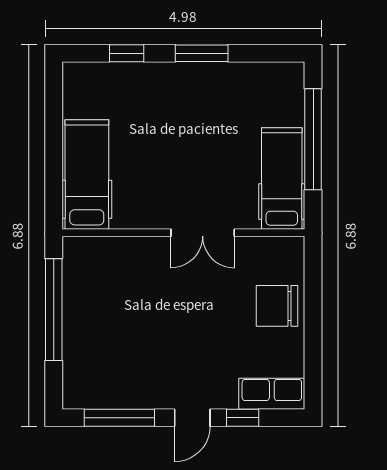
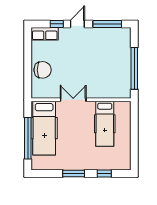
hospital bed: (87, 175) -> (105, 124), moved
hospital bed: (282, 179) -> (44, 128), width x1.37, depth x1.29

